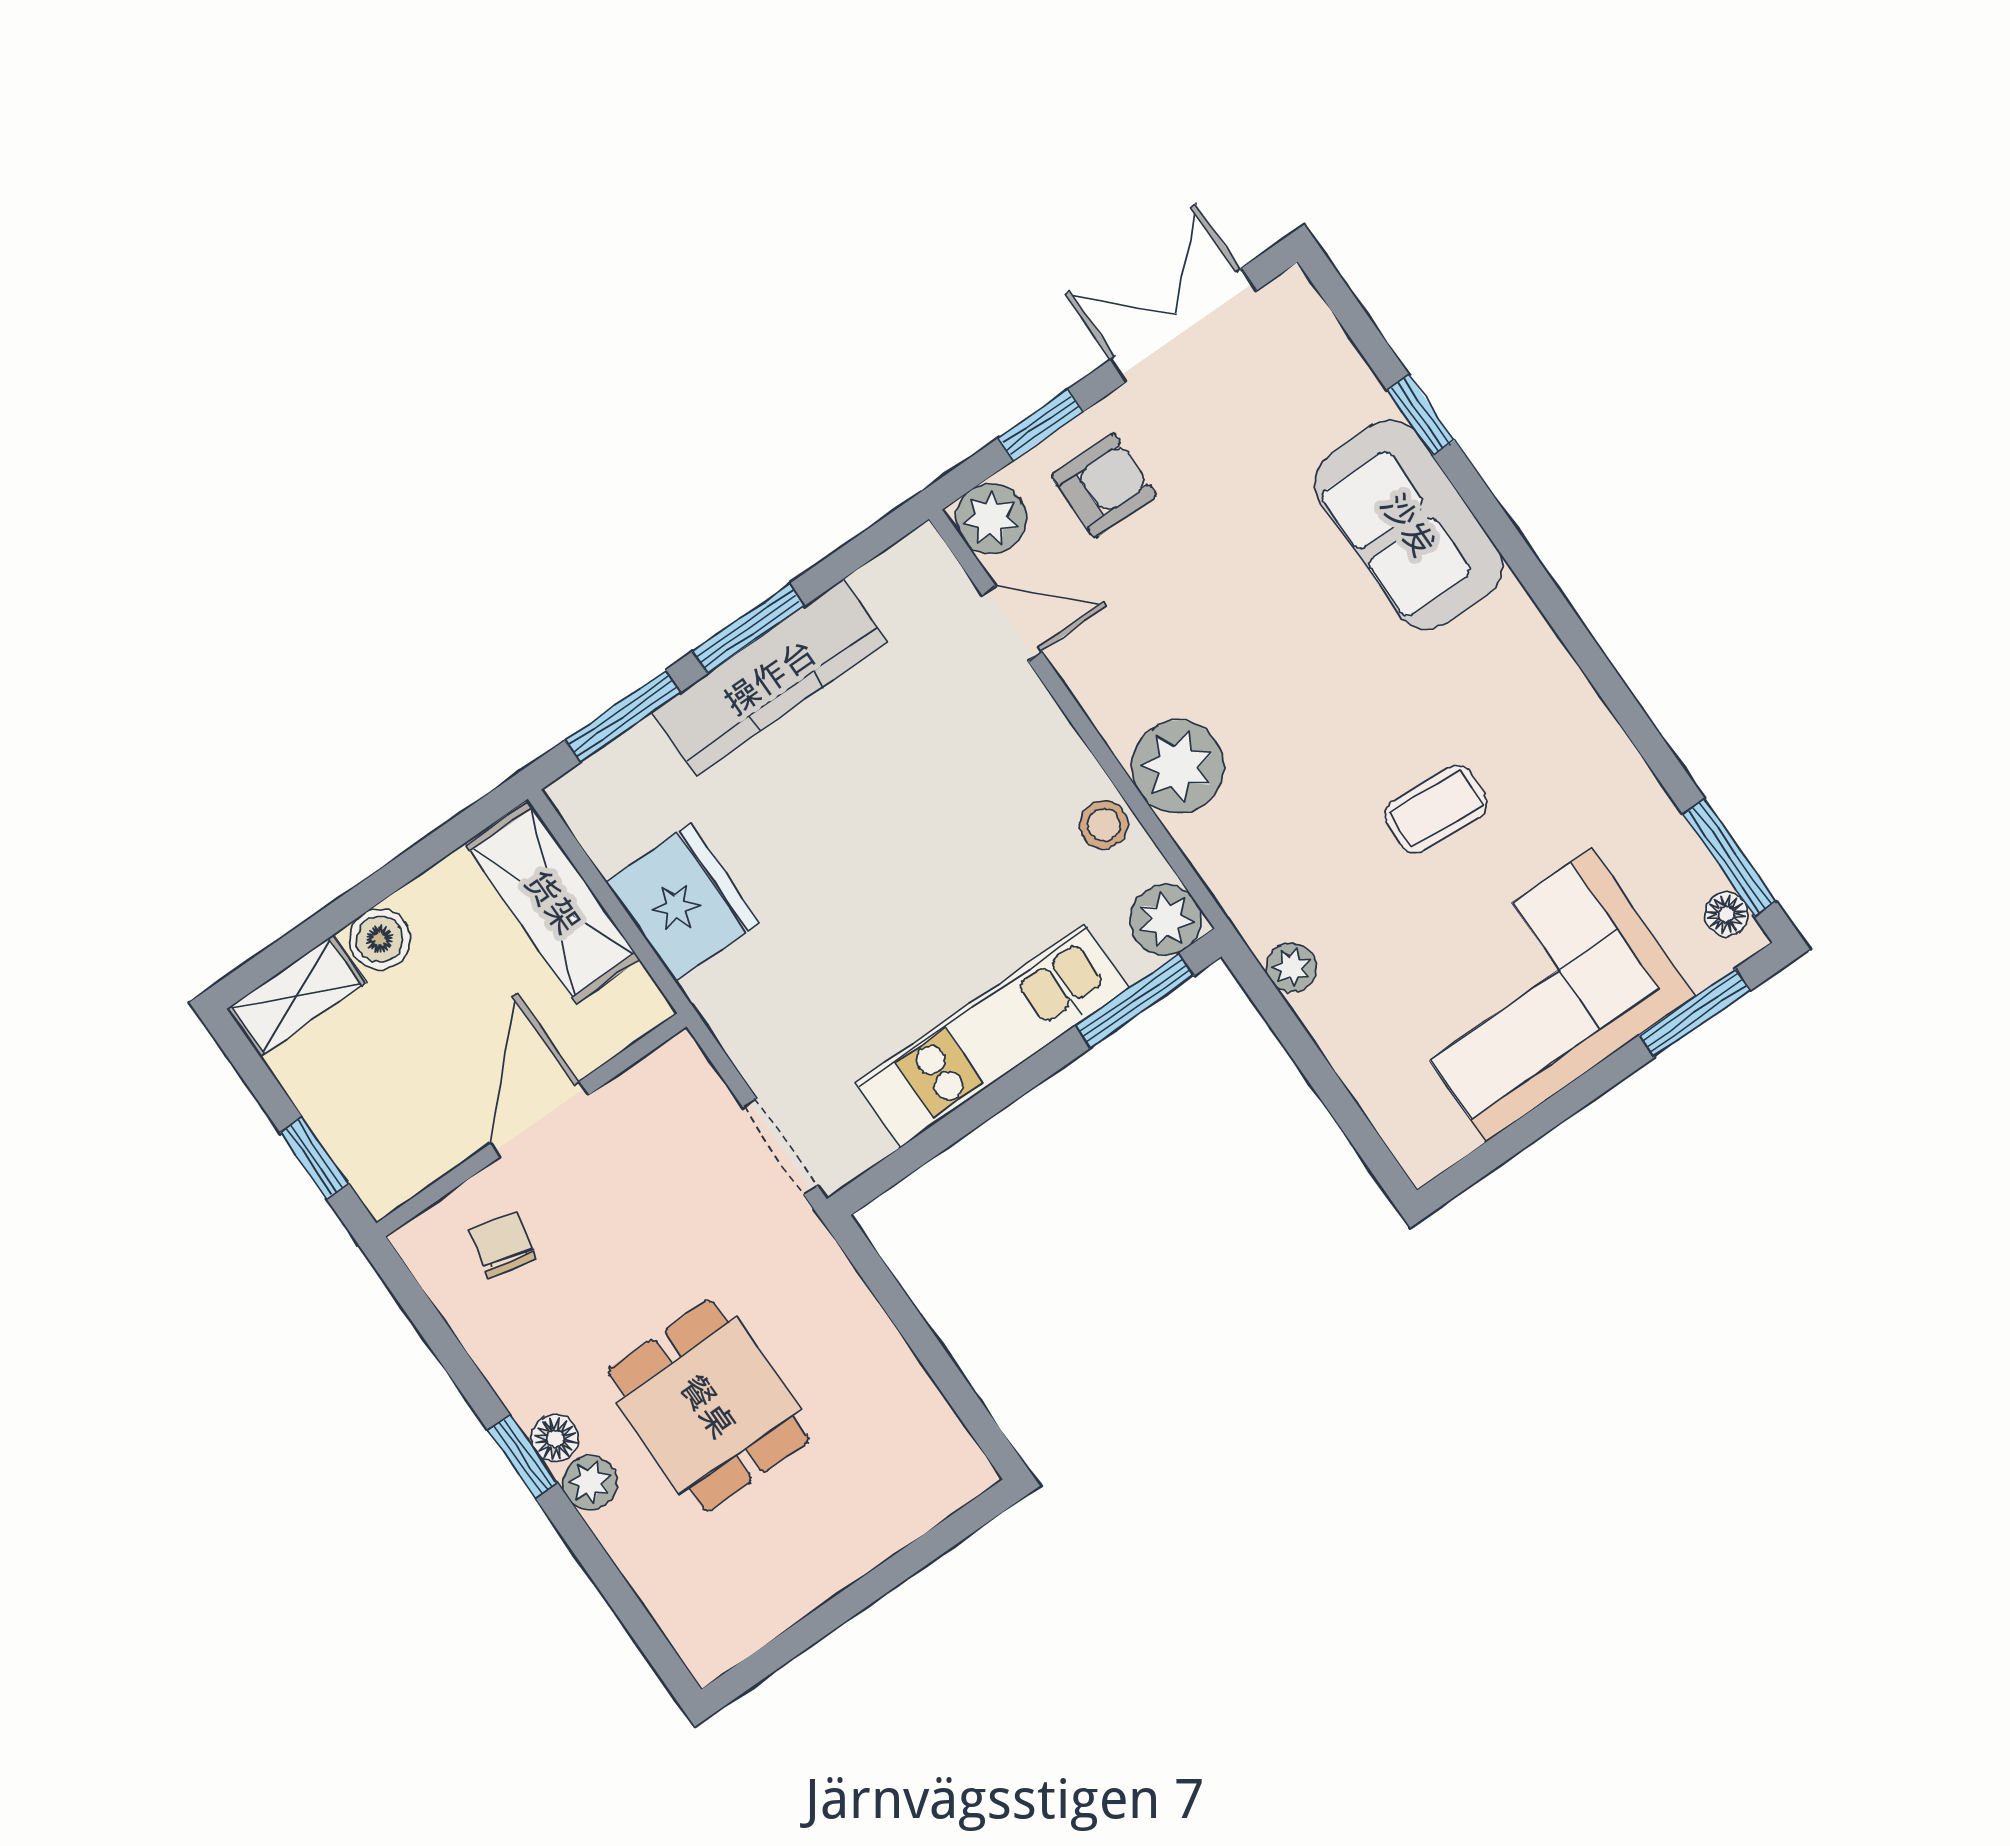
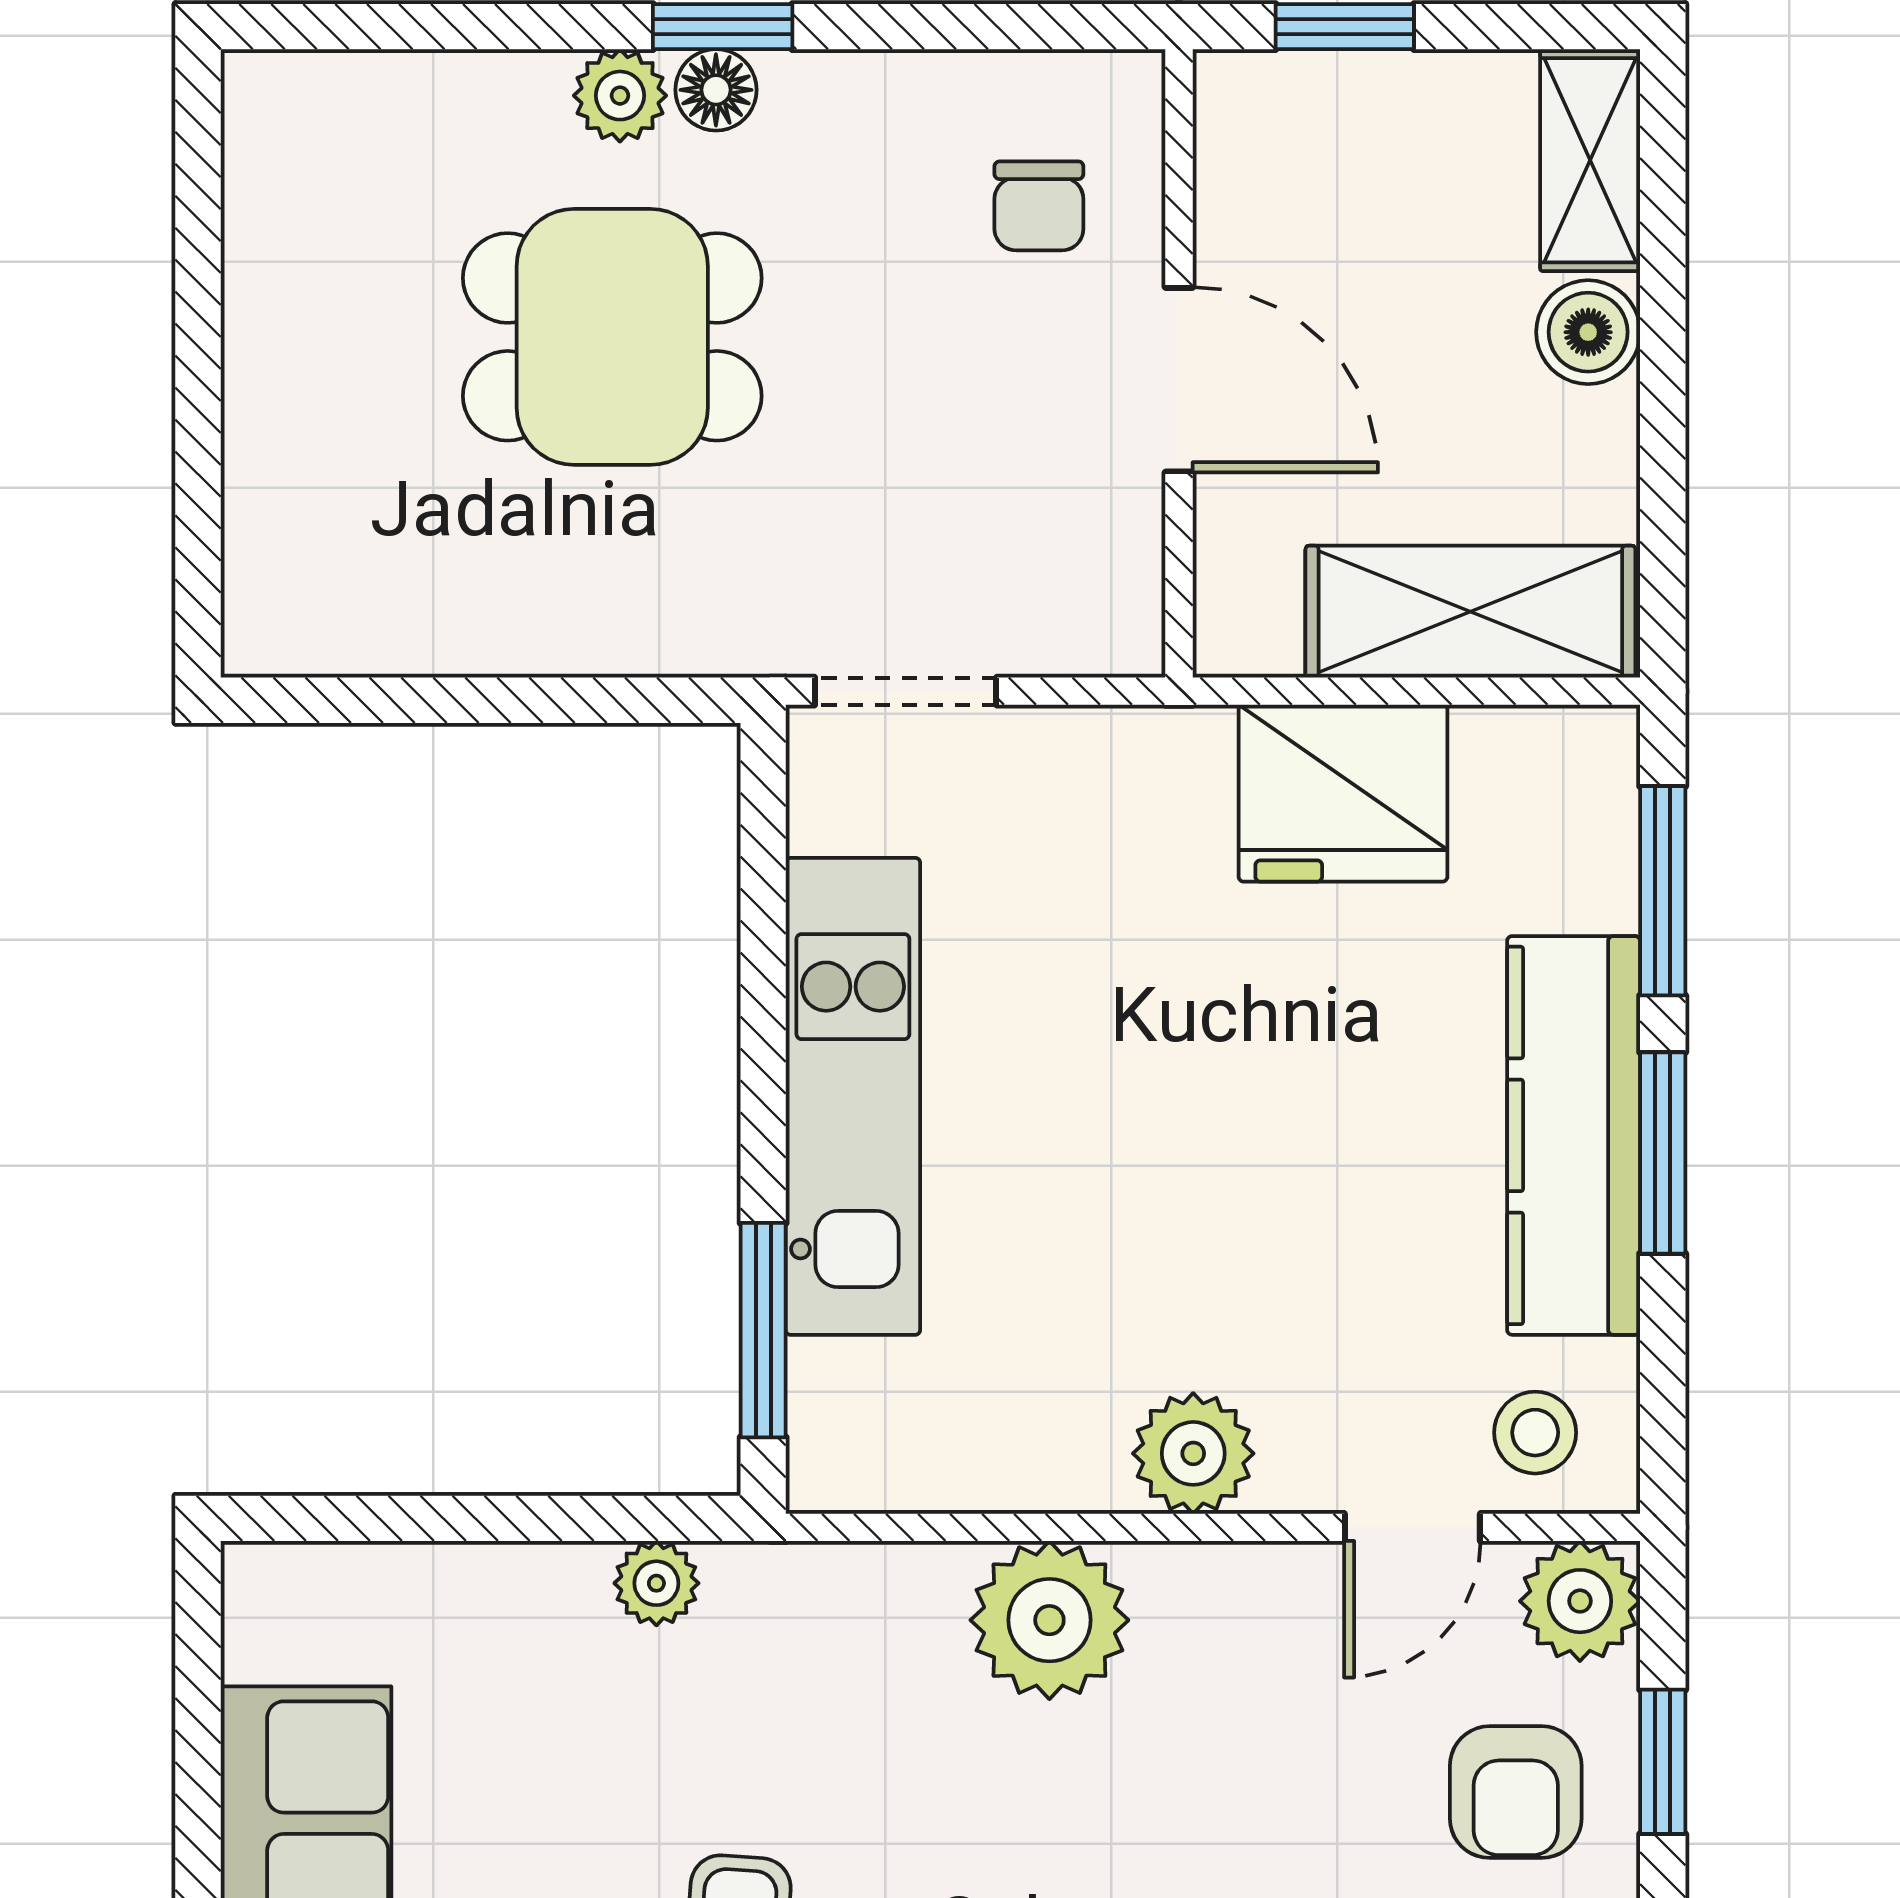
stool: (1104, 825) -> (1535, 1433), moved
plant: (1166, 920) -> (1193, 1453), moved
chair: (503, 1245) -> (1039, 206), turned 76

